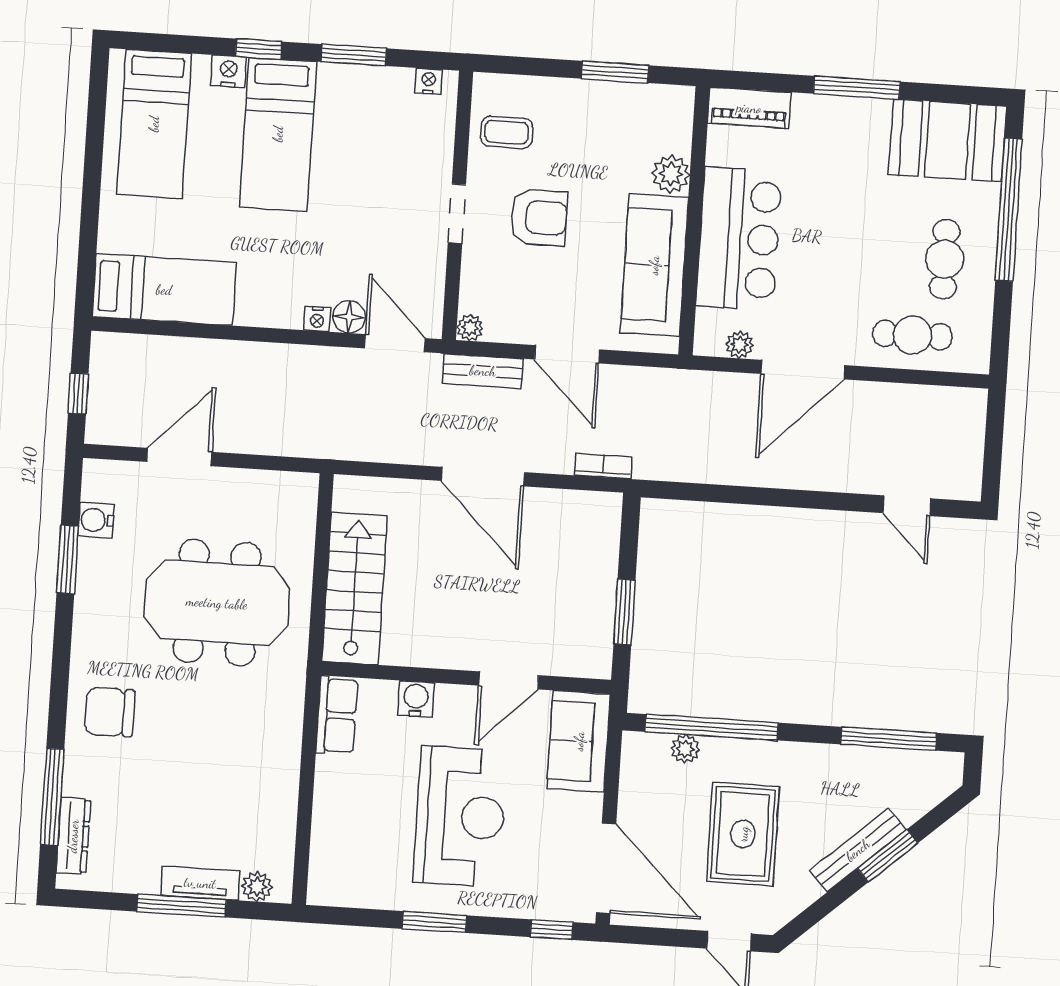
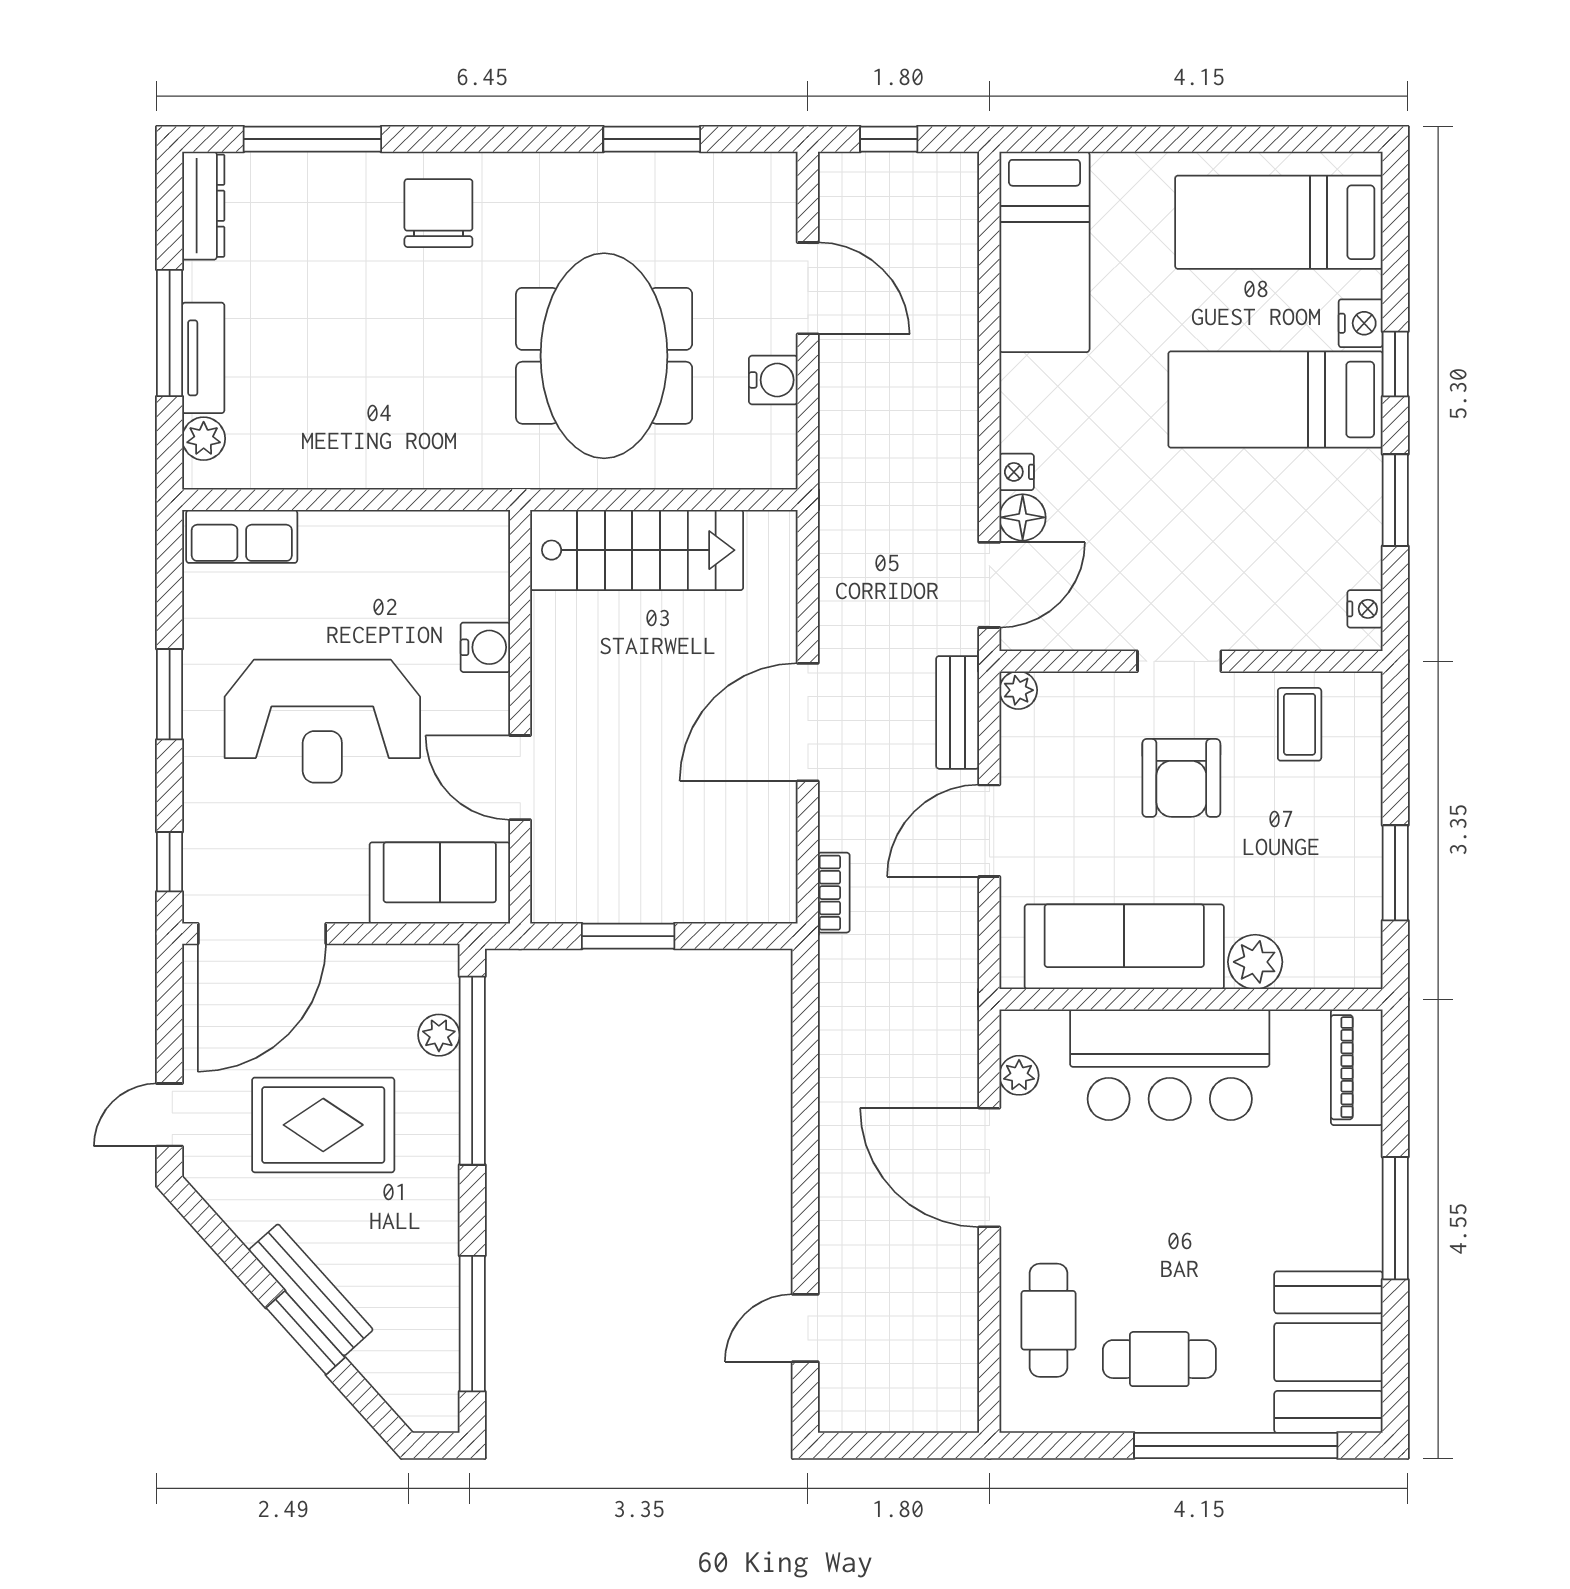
water cooler: (96, 520) -> (773, 380), moved, turned 90
row of seats: (337, 715) -> (242, 536), moved
dresser: (73, 836) -> (203, 206), moved, turned -90

